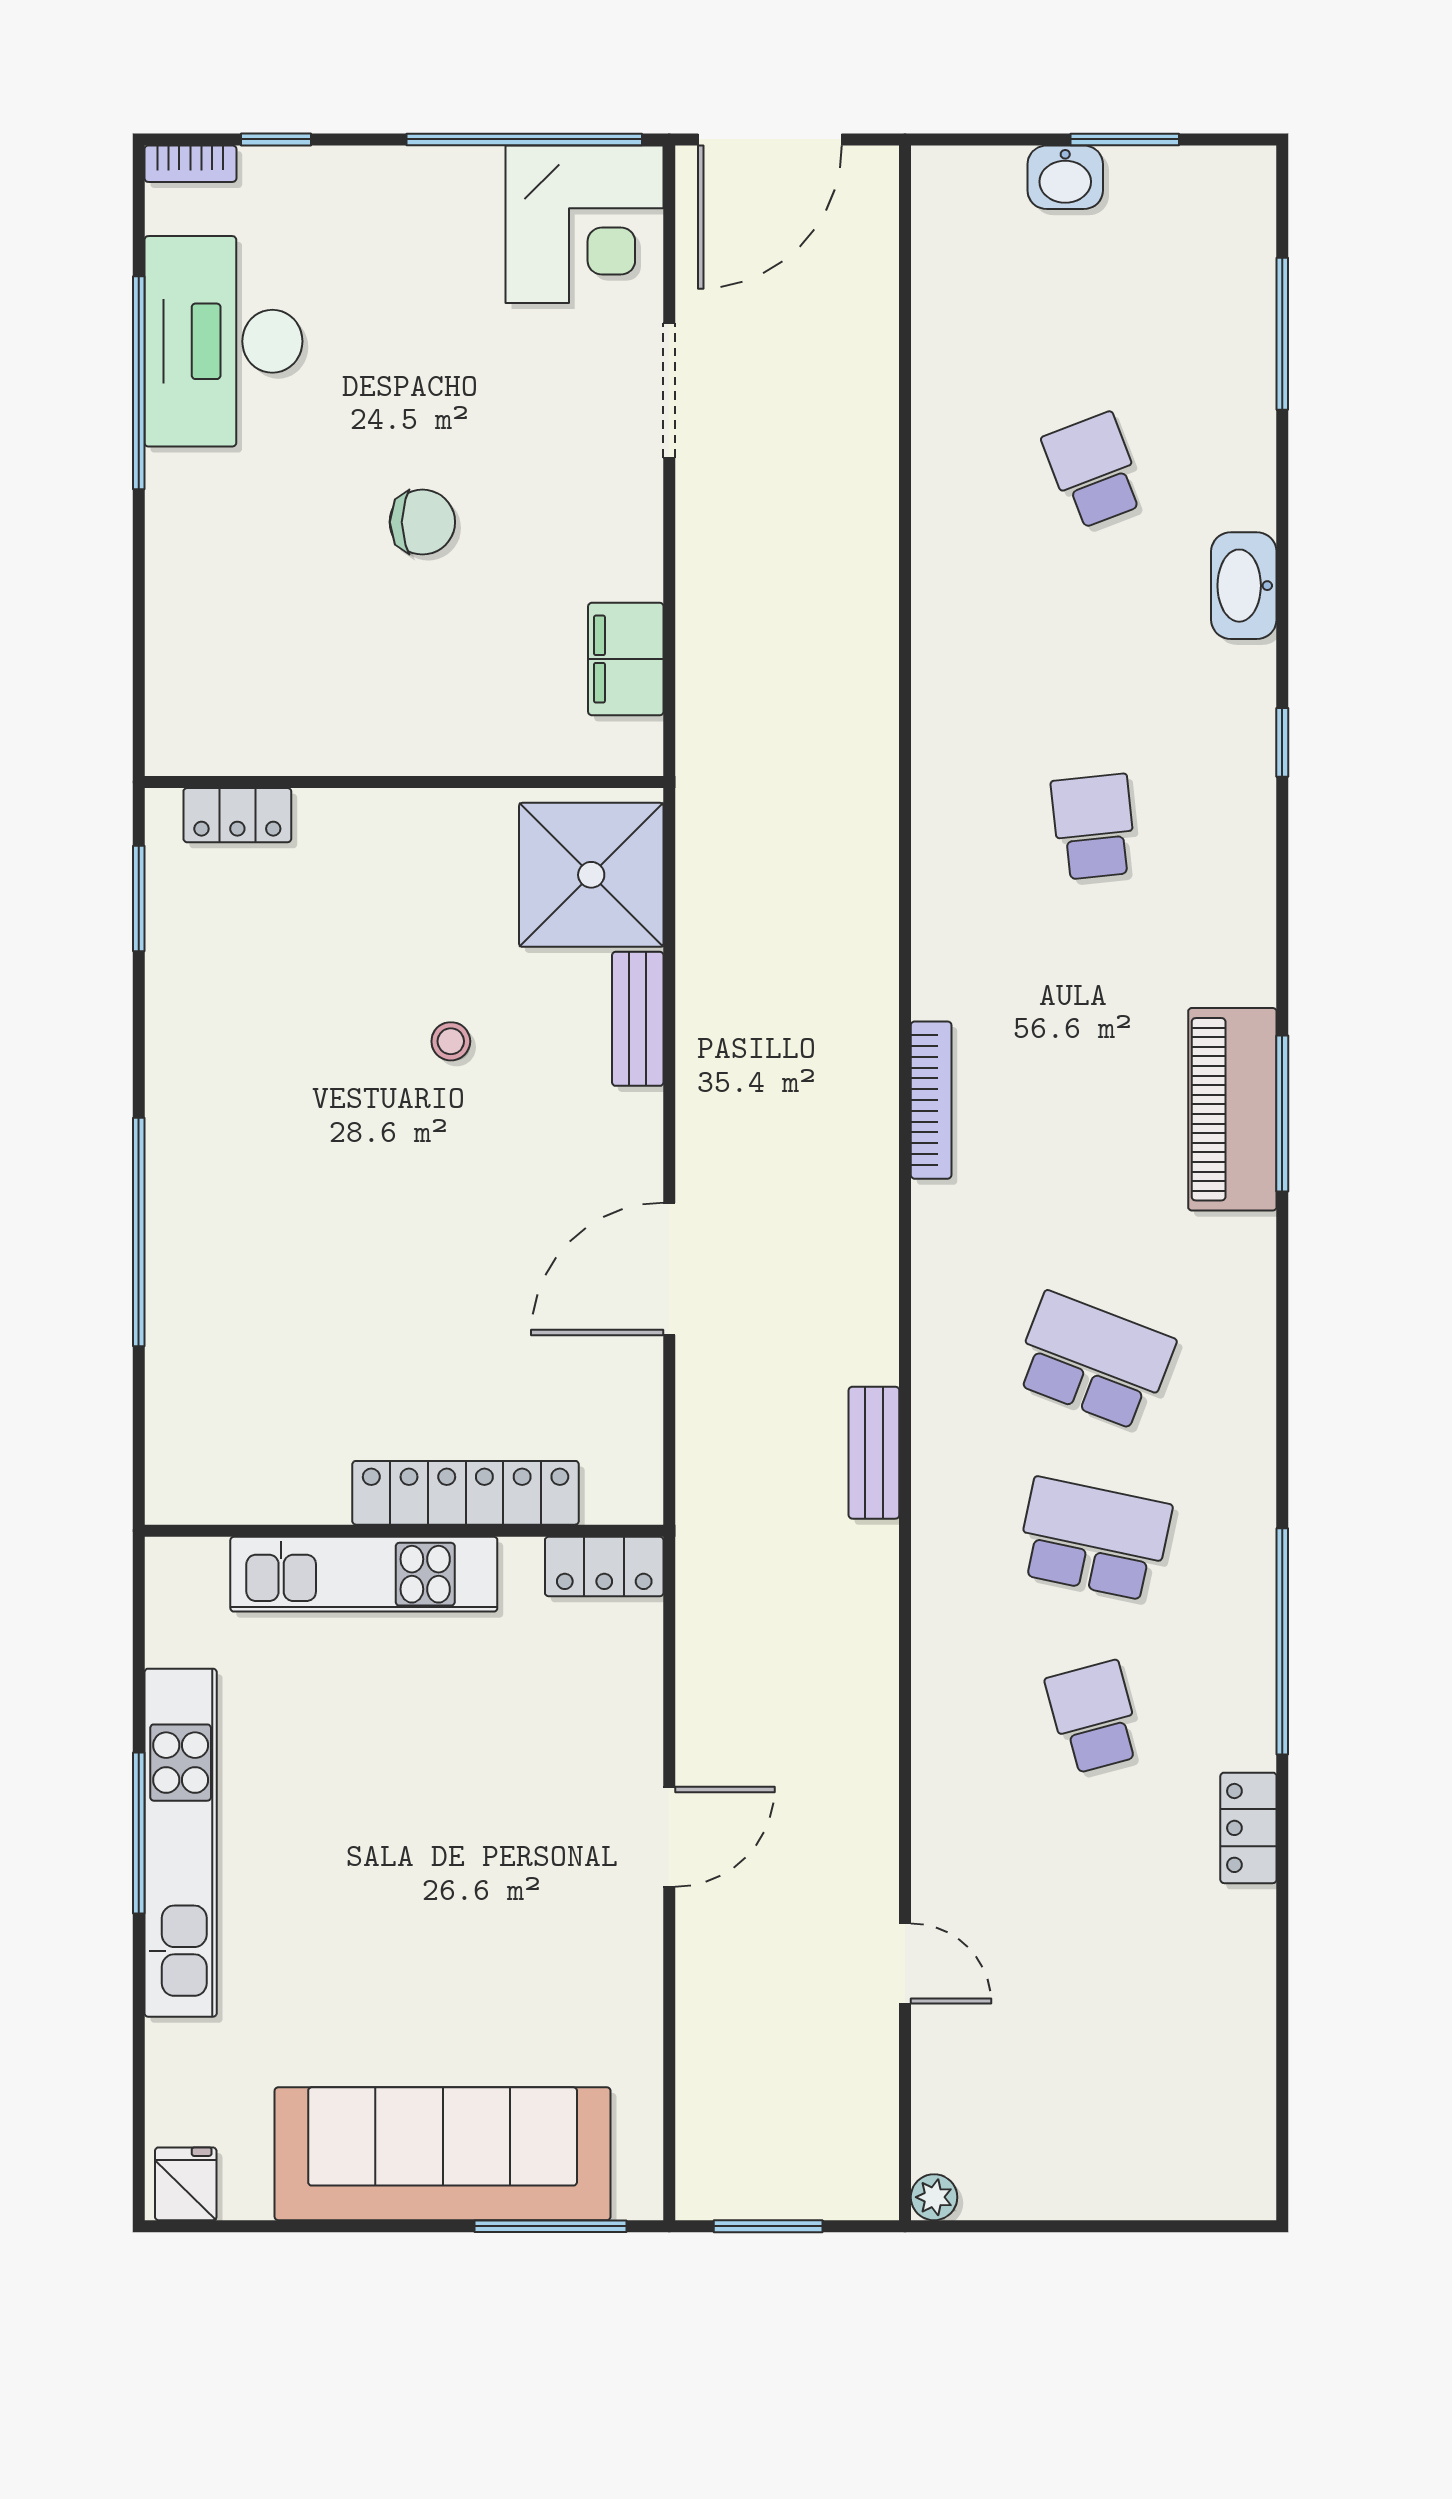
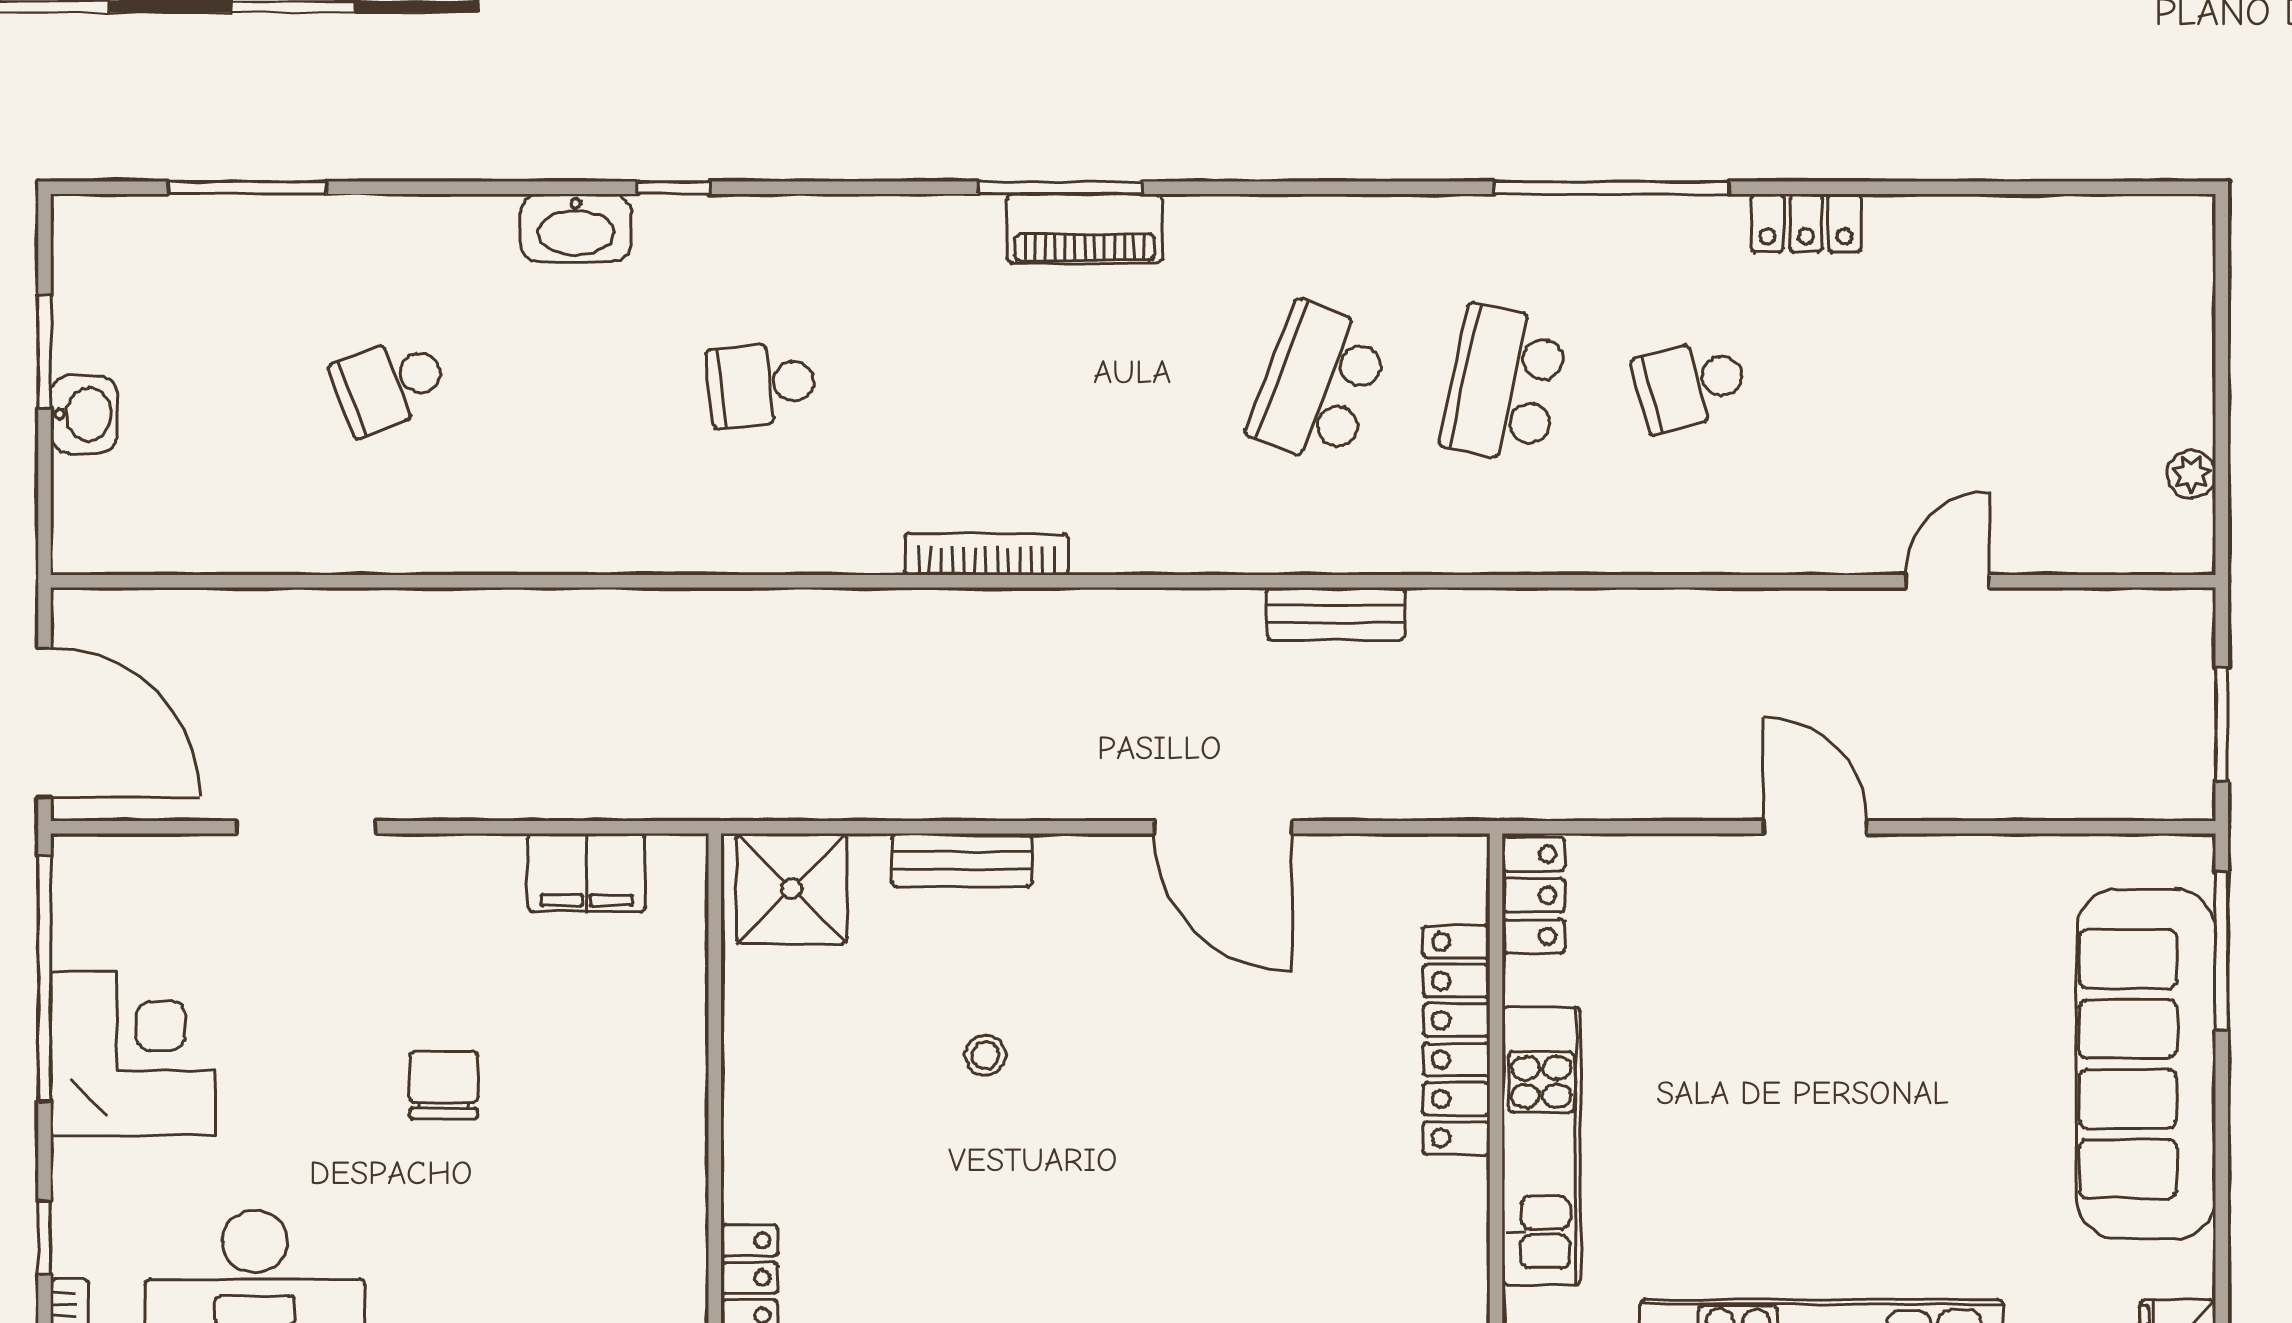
corner desk: (585, 224) -> (133, 1054), moved
washbasin: (1244, 586) -> (576, 228), moved
shower: (591, 875) -> (791, 889), width x0.73, depth x0.73
bookcase: (931, 1100) -> (986, 554), moved
piano: (1232, 1109) -> (1085, 228), width x0.73, depth x0.75
bench: (874, 1453) -> (1336, 614), moved
plant: (934, 2197) -> (2191, 474), moved

